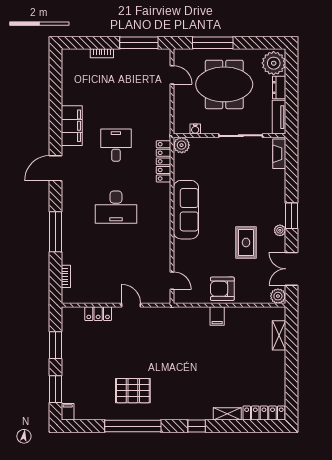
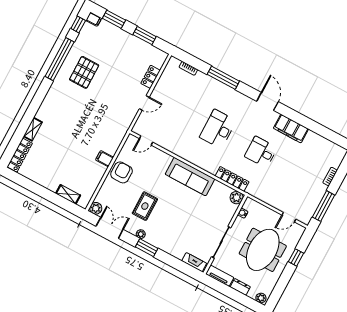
window: (213, 43) -> (296, 257), width x0.46
plant: (274, 63) -> (261, 298), width x0.53, depth x0.53
desk: (116, 145) -> (261, 152), turned 180
rug: (246, 242) -> (145, 206), turned 90
window: (197, 426) -> (78, 24), moved

